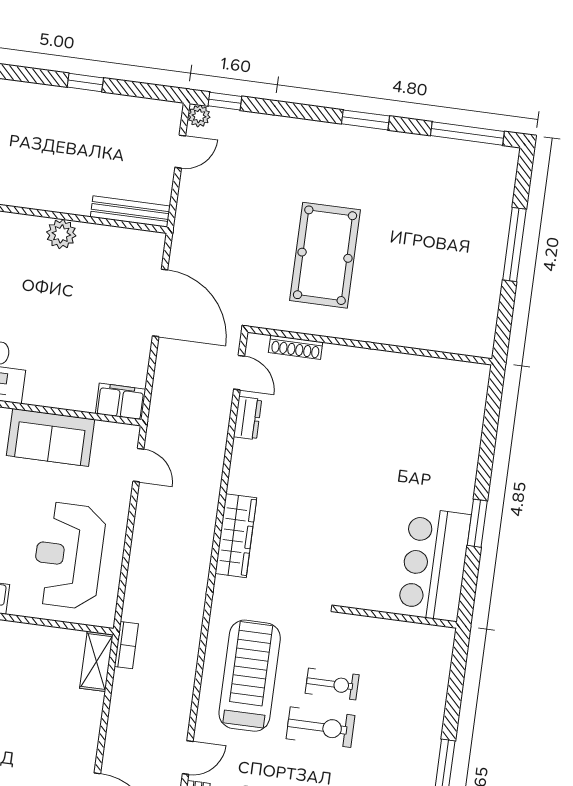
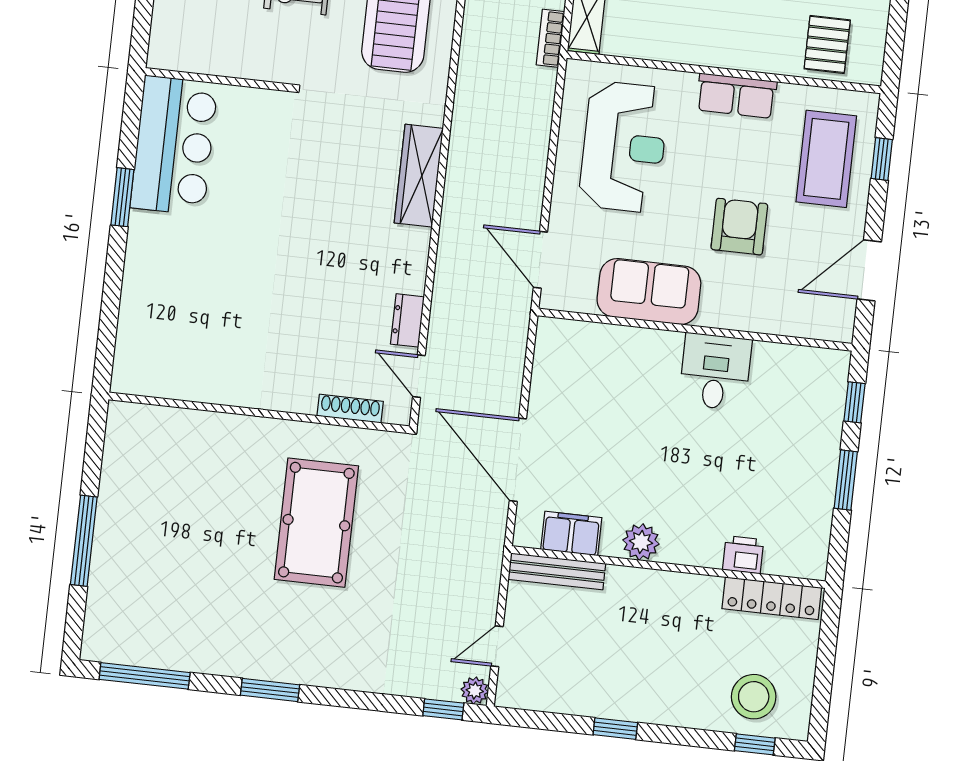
filing cabinet: (121, 401) -> (571, 533), moved, turned 180
door: (138, 465) -> (540, 260), width x1.38

